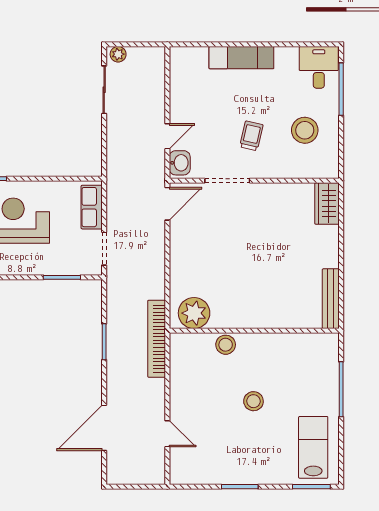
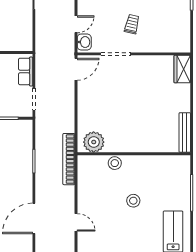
stool: (305, 130) -> (167, 20), removed

